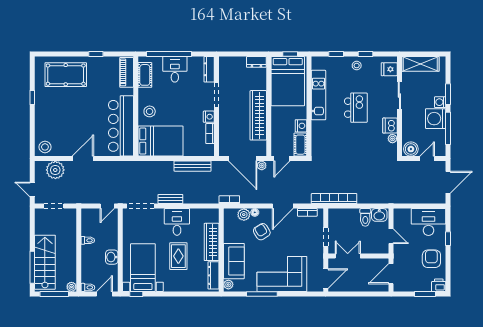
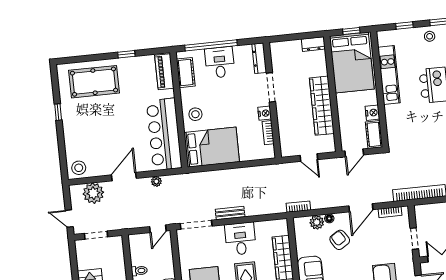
door: (243, 159) -> (309, 158), width x0.53
plant: (262, 165) -> (156, 181), moved
bench: (193, 166) -> (252, 172), removed

